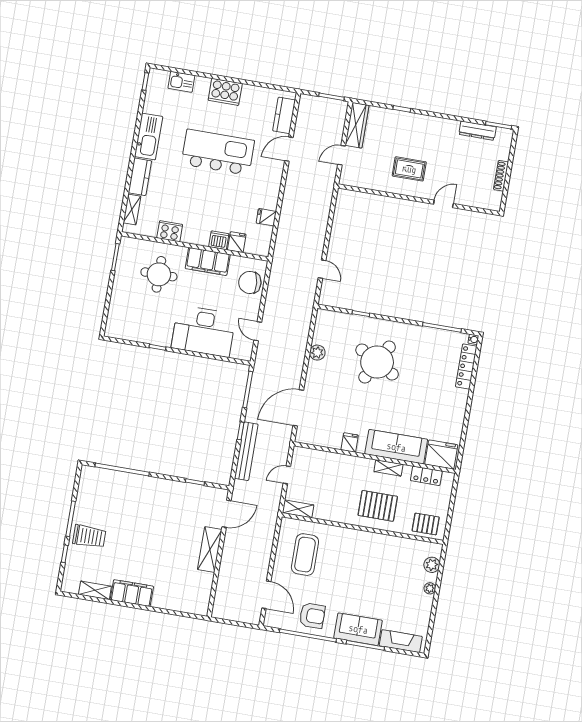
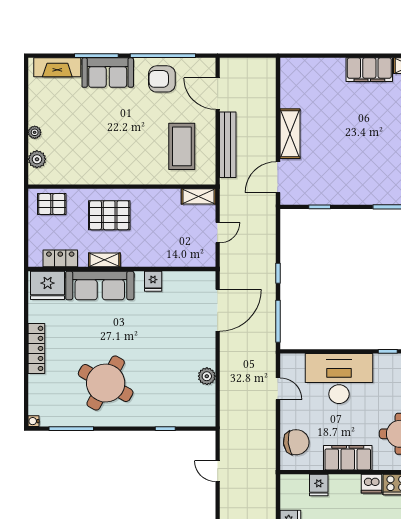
dishwasher: (219, 240) -> (372, 484), moved
round table: (377, 362) -> (106, 383), moved
locker: (466, 366) -> (36, 348), moved
bench: (246, 451) -> (228, 145), moved

